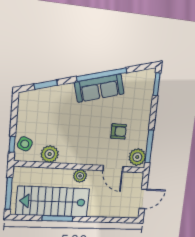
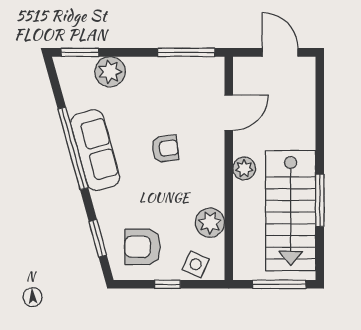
armchair: (38, 112) -> (143, 247), added
armchair: (119, 131) -> (165, 149), moved, turned 83
window: (12, 144) -> (167, 284), moved
plant: (137, 157) -> (110, 72), moved

